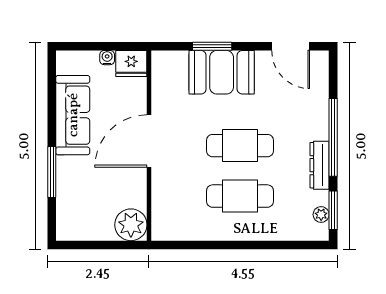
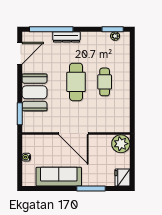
window: (212, 46) -> (20, 114), moved
fridge: (131, 64) -> (122, 178), moved, turned 180
window: (333, 137) -> (51, 29), moved
dresser: (320, 165) -> (66, 37), moved
cafe table: (240, 196) -> (105, 82), width x0.73, depth x0.74

